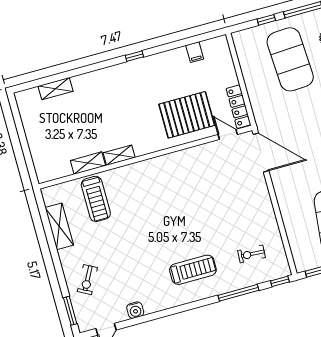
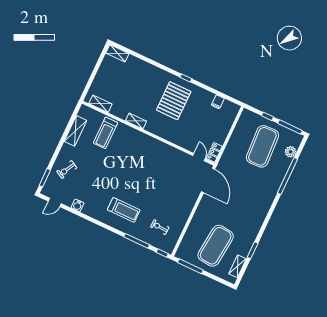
shelving: (55, 89) -> (117, 53), moved
locker: (238, 107) -> (214, 152), width x0.66
pallet: (187, 115) -> (174, 101), moved, turned 90
shelving: (88, 163) -> (100, 104), moved

